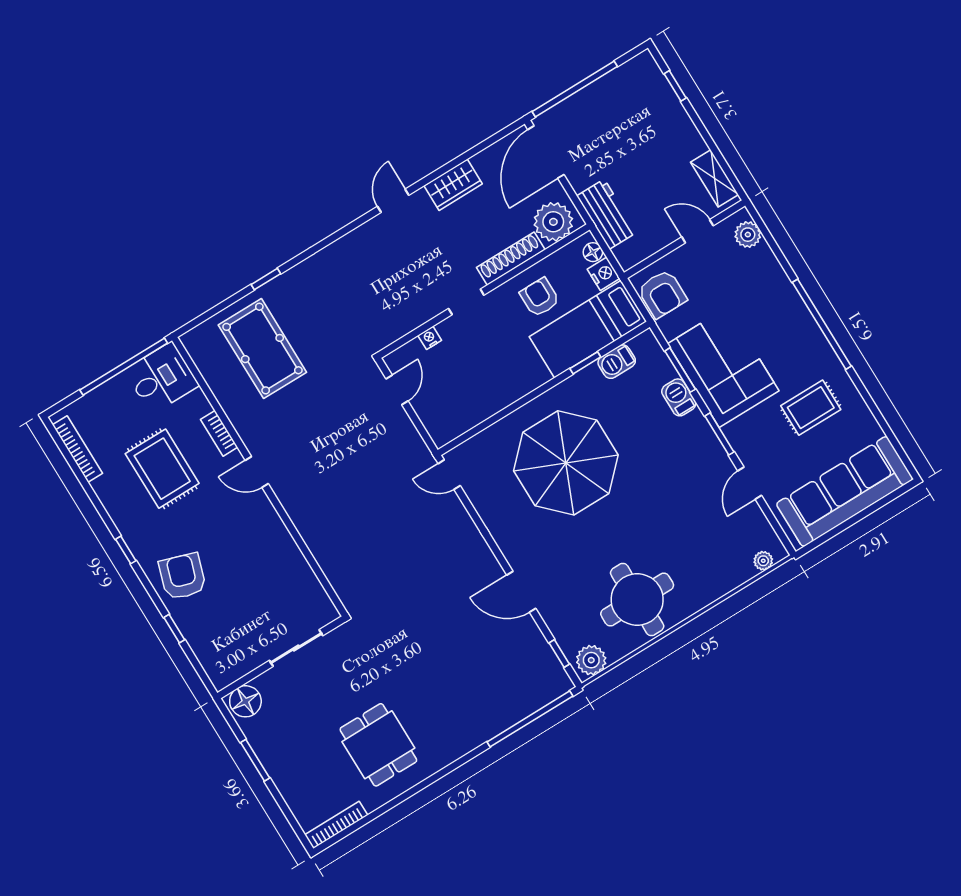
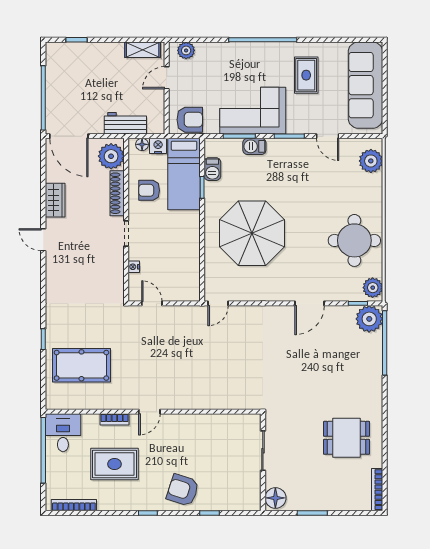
plant: (763, 561) -> (371, 161), width x1.88, depth x1.88
plant: (548, 680) -> (369, 319), added

